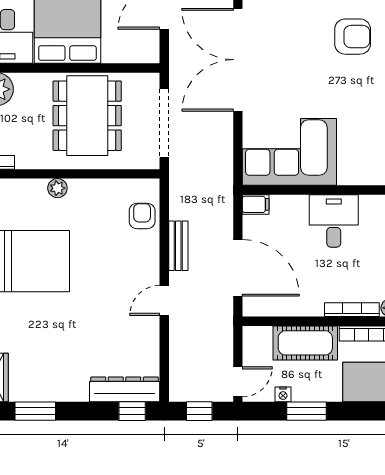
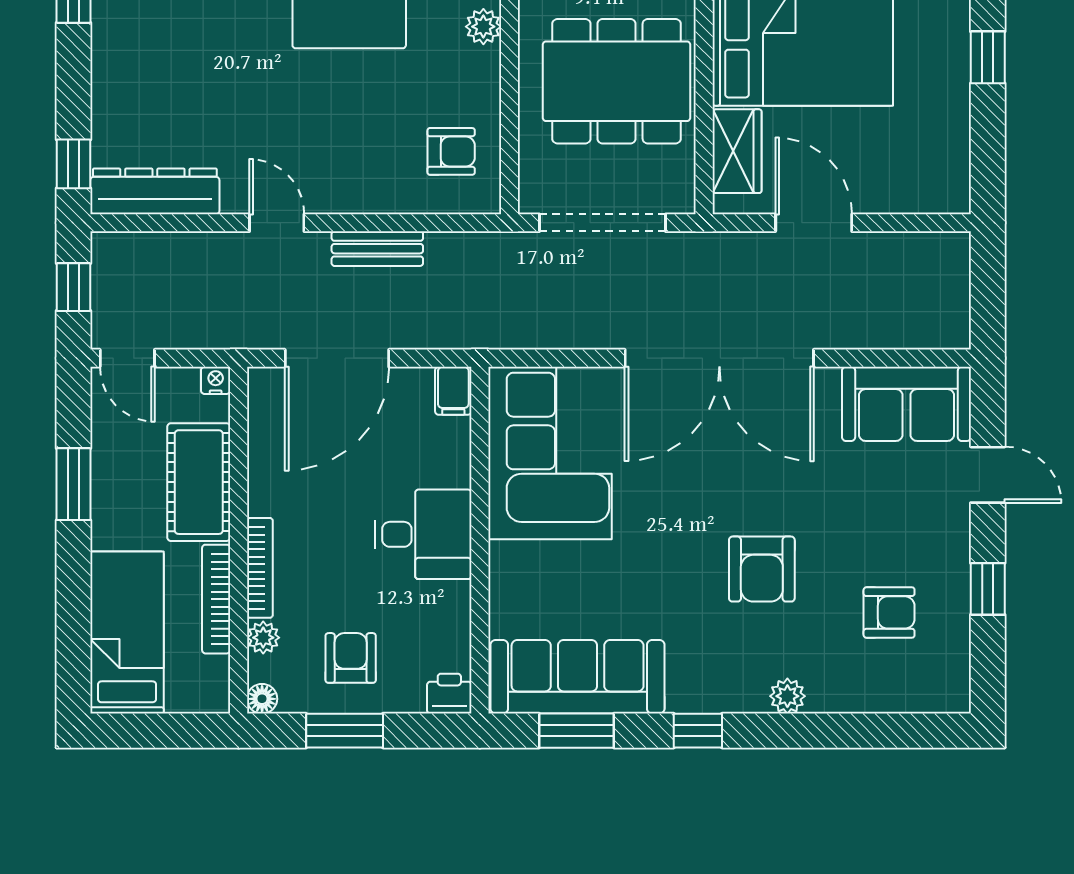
wardrobe: (125, 50) -> (737, 151), added
double door: (238, 60) -> (719, 358), swing flipped
armchair: (142, 216) -> (451, 151), moved
dresser: (125, 389) -> (155, 191), moved, turned -90
nightstand: (283, 394) -> (216, 380), moved, turned 90

